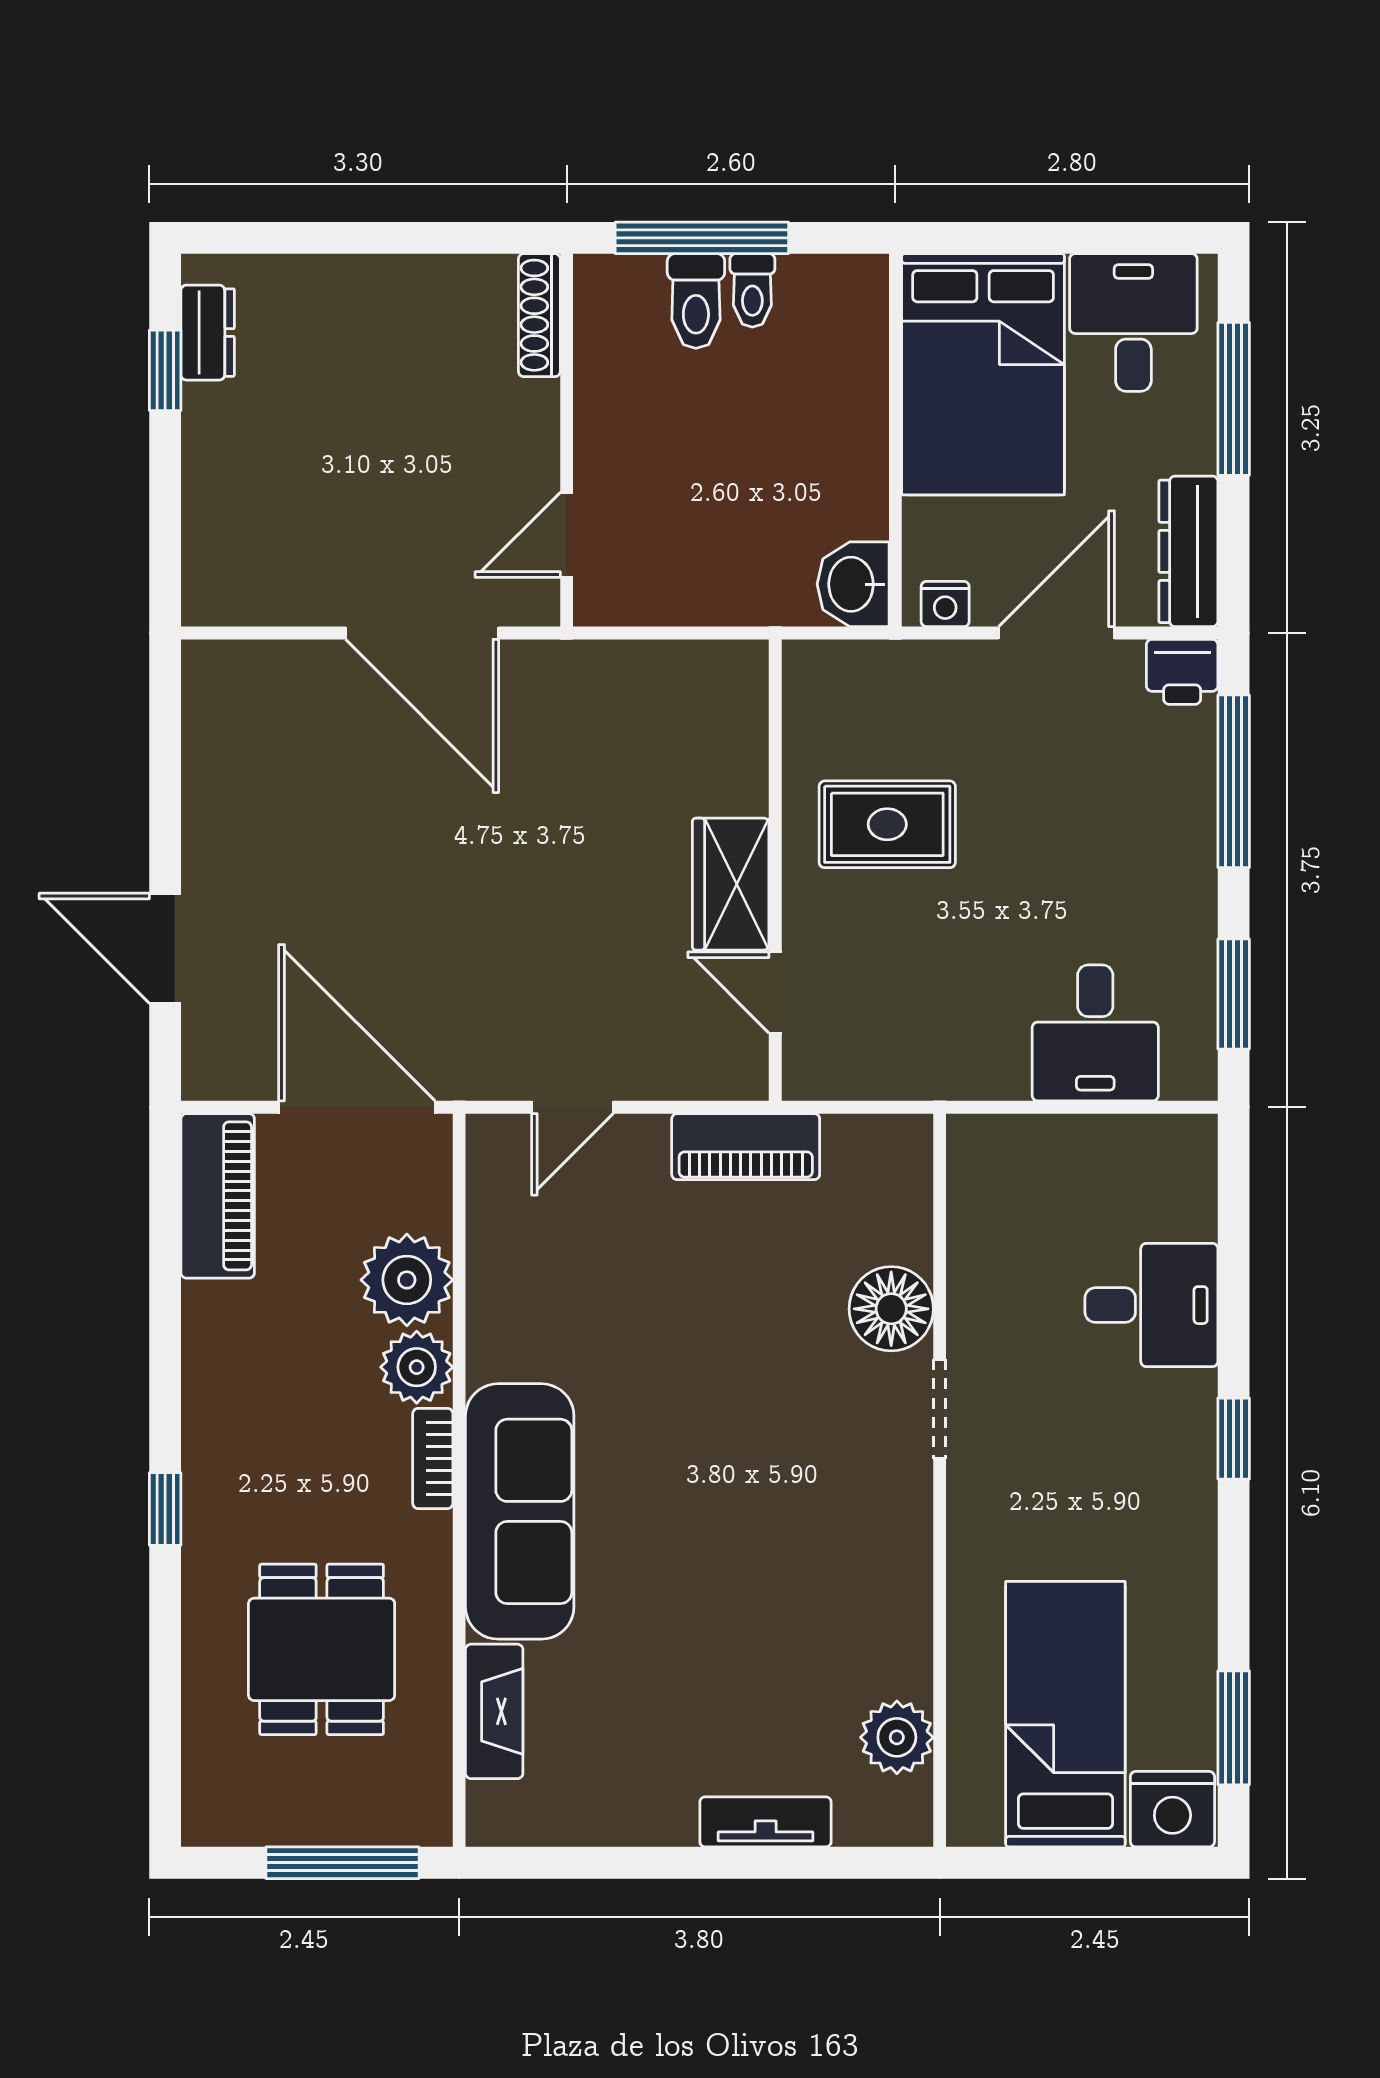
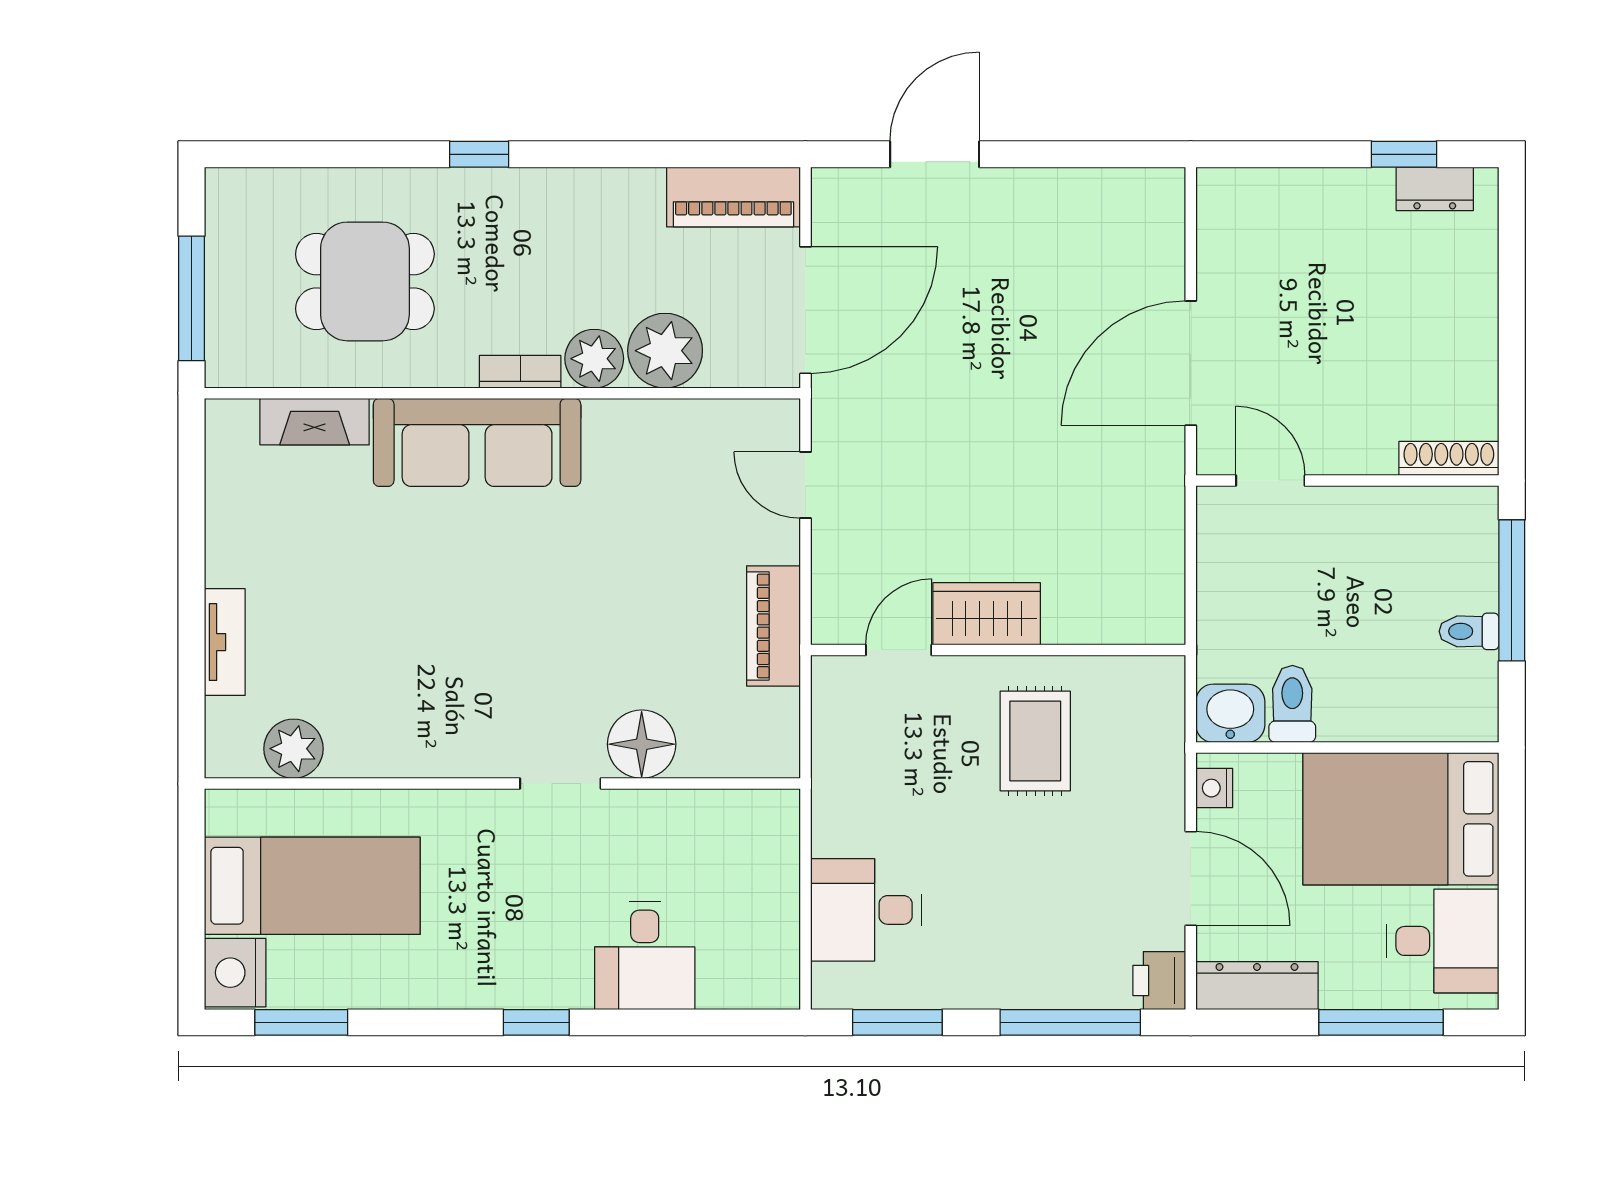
toilet: (696, 301) -> (1292, 704), moved, turned 90

